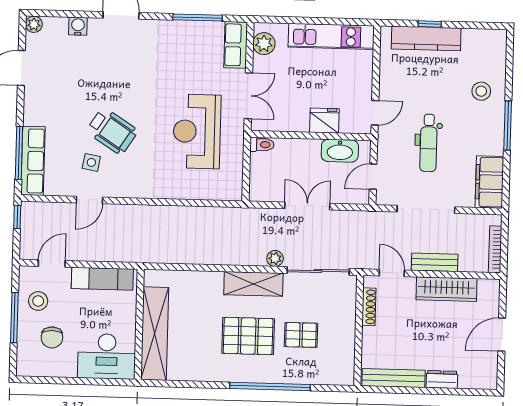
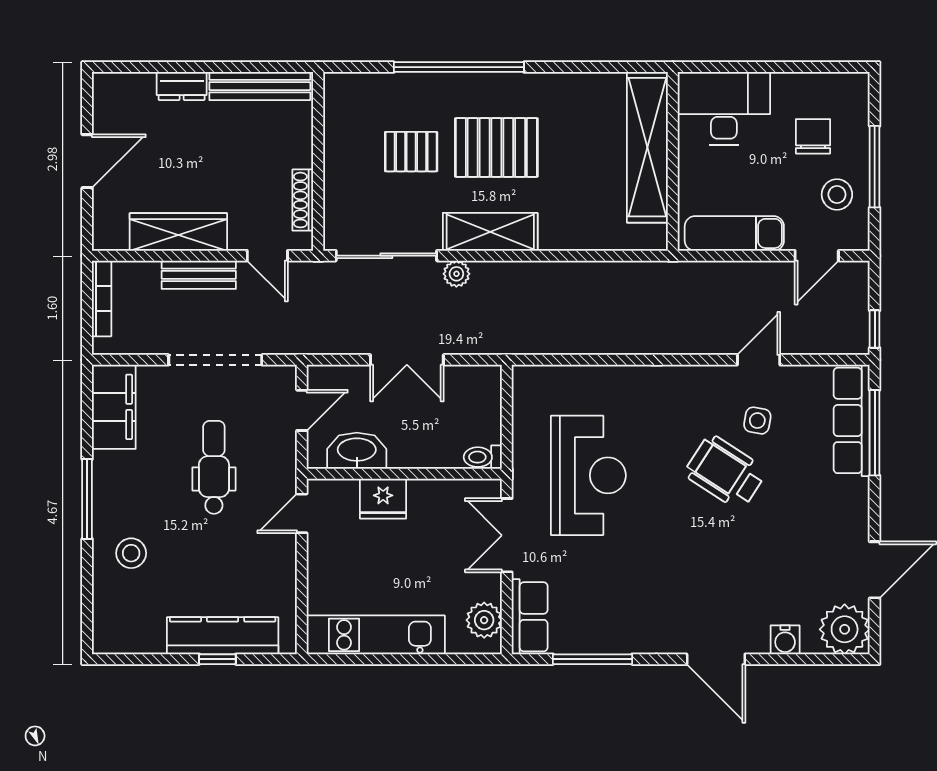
plant: (34, 24) -> (845, 629), width x1.88, depth x1.88

